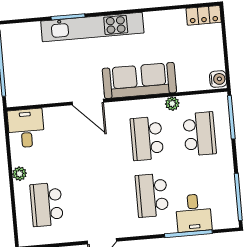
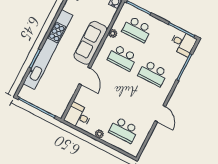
kitchen unit: (92, 27) -> (48, 49), width x1.36
door: (88, 102) -> (85, 76), hinge flipped
school desk: (199, 134) -> (137, 29), turned 180
desk: (194, 213) -> (183, 43), moved

